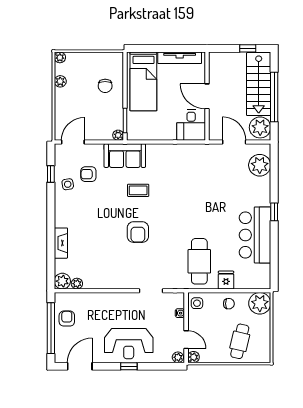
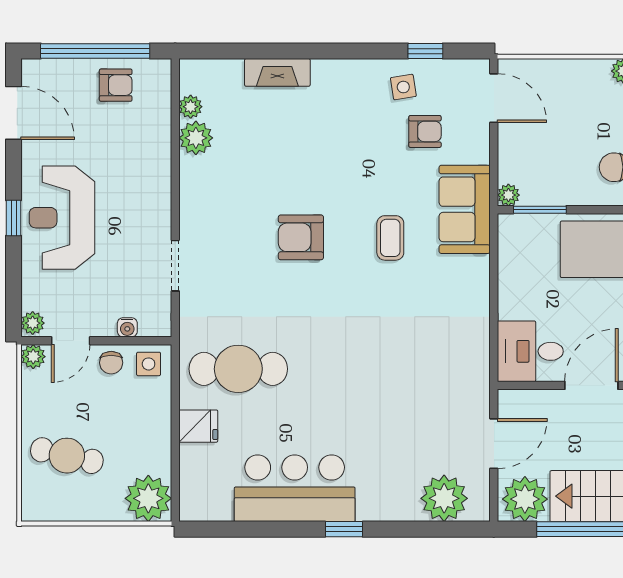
armchair: (88, 174) -> (425, 131), turned 90
plant: (62, 281) -> (196, 138), moved
chair: (229, 304) -> (111, 363), moved

